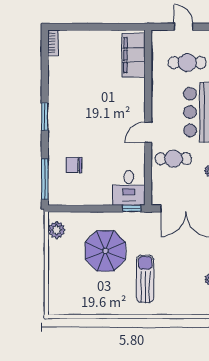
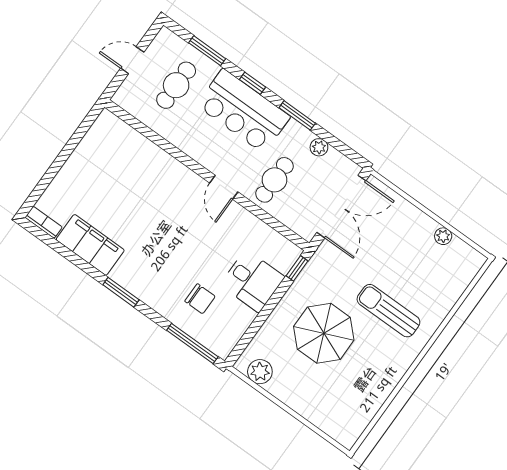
filing cabinet: (134, 55) -> (90, 245), moved, turned 180
chair: (74, 165) -> (200, 299), turned -90
desk: (129, 188) -> (252, 281), moved

